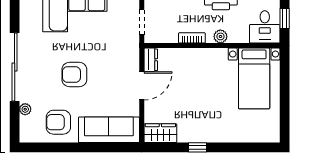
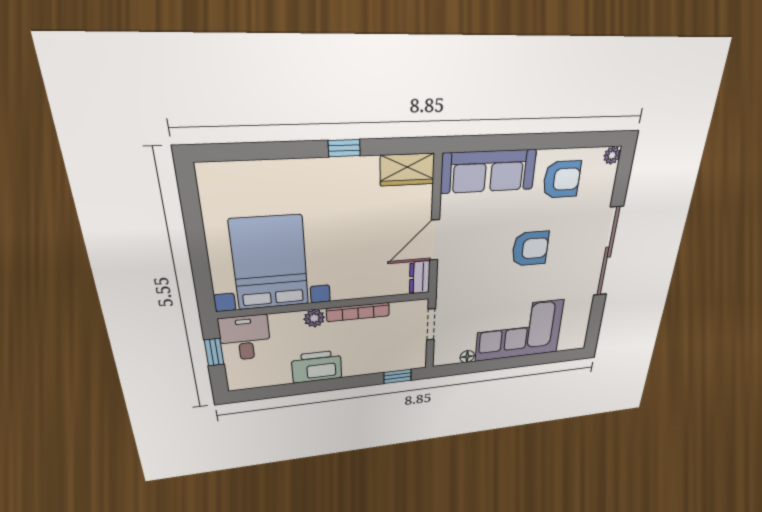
bookcase: (192, 38) -> (358, 312), width x1.56
bed with nightstands: (254, 78) -> (270, 263), width x1.36
plant: (25, 109) -> (612, 155), moved

